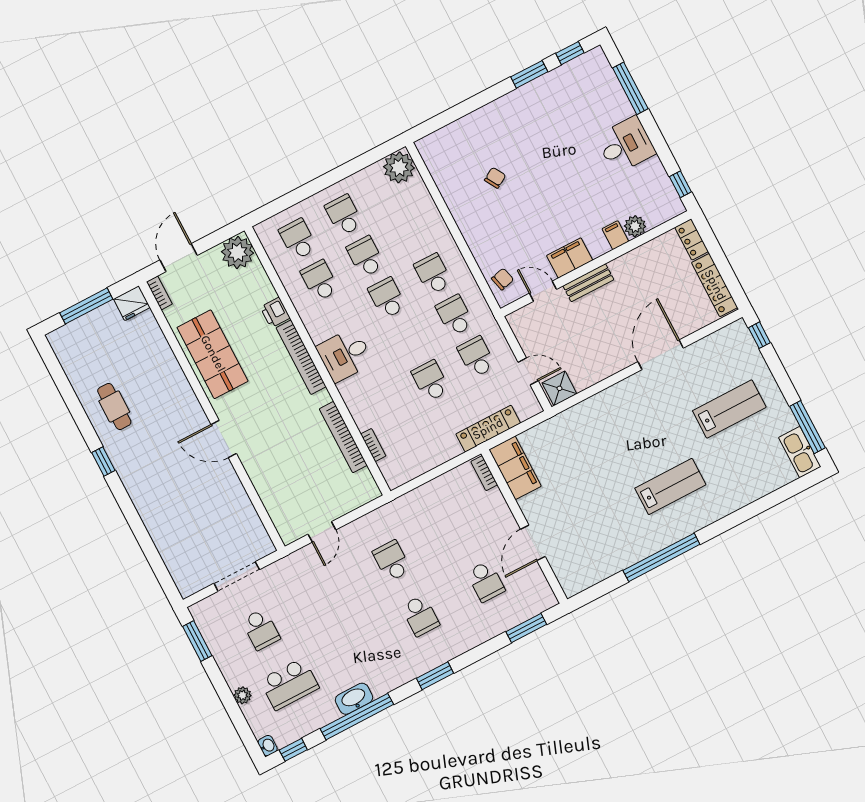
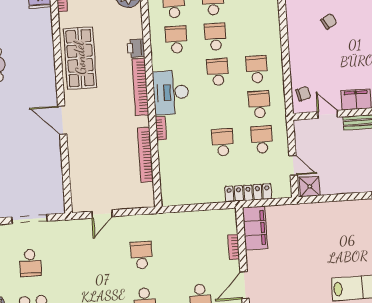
desk: (345, 355) -> (171, 92), width x1.37
bookcase: (373, 445) -> (161, 128), moved
bookcase: (484, 473) -> (234, 247), moved

